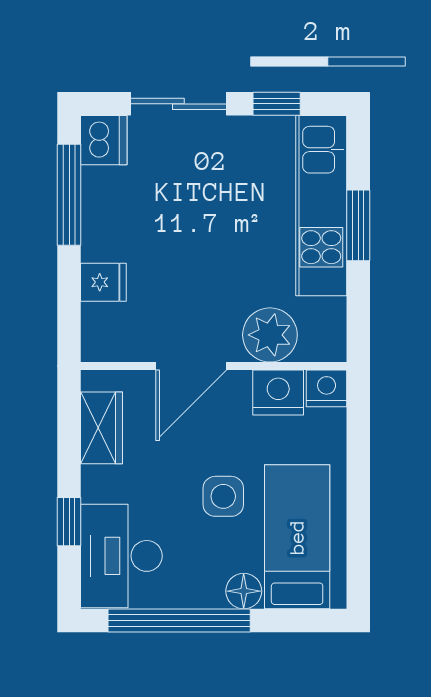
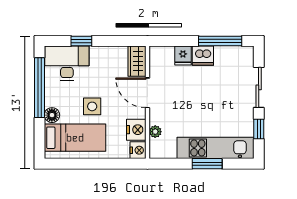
dishwasher: (104, 140) -> (203, 56), moved
plant: (270, 335) -> (155, 132), width x0.53, depth x0.53
wardrobe: (101, 428) -> (137, 61), moved, turned 90

